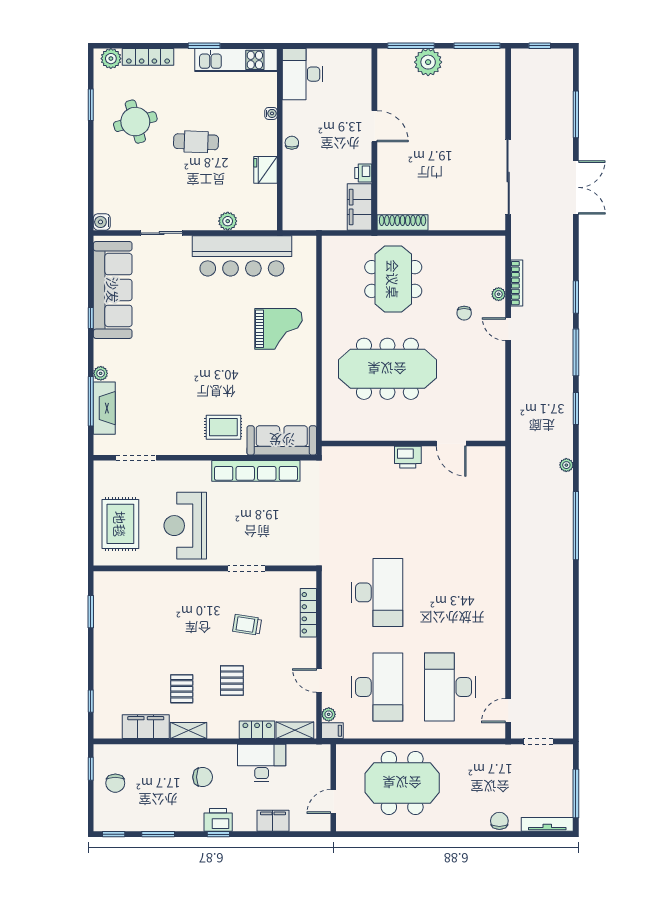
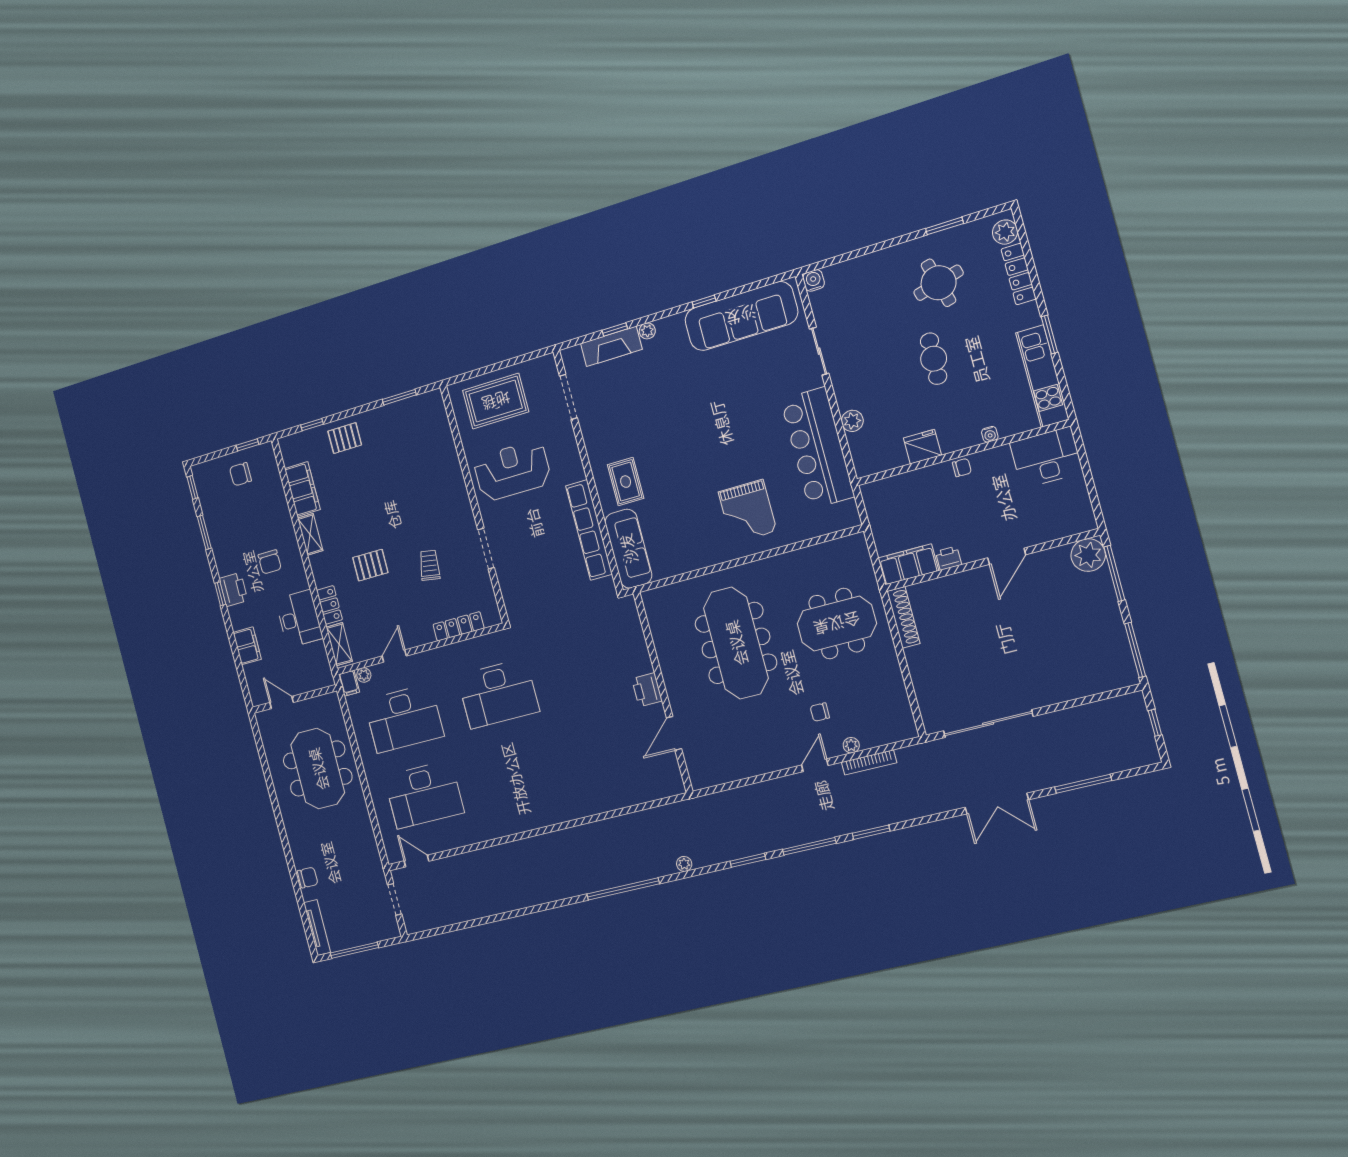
plant: (428, 62) -> (1088, 555), moved
window: (91, 401) -> (615, 330), width x0.46
desk: (450, 687) -> (424, 795), turned 180
pallet: (182, 689) -> (345, 438), moved

